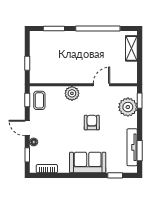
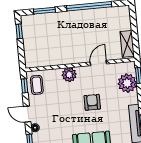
shelving: (131, 48) -> (127, 44), moved
window: (27, 63) -> (19, 31), moved

